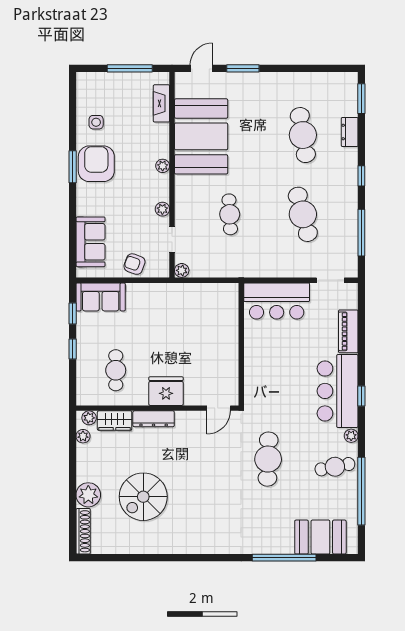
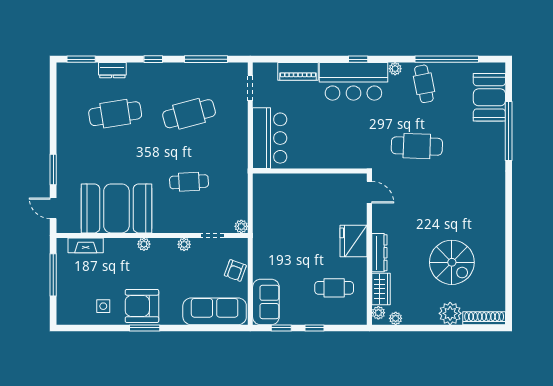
sofa: (91, 242) -> (215, 311), width x1.36

